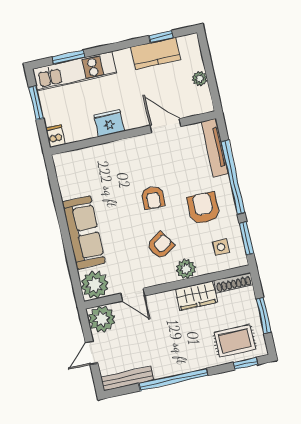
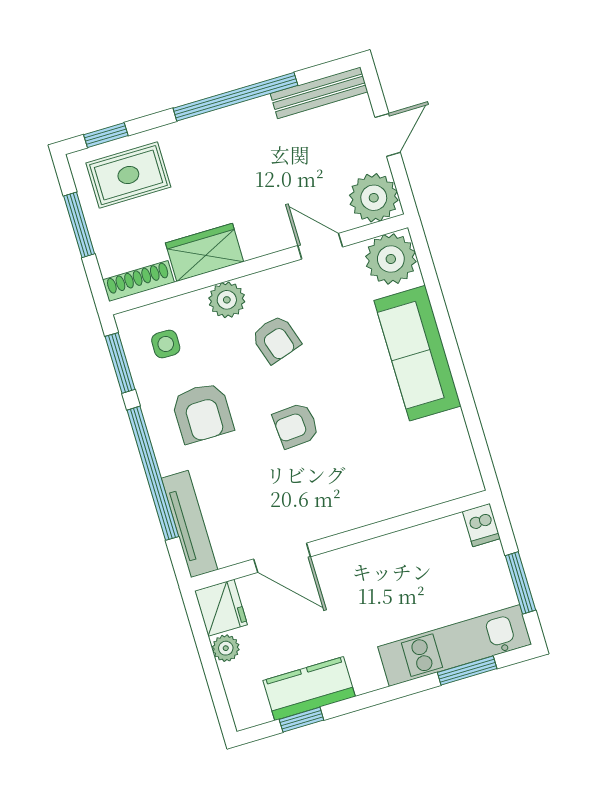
fridge: (109, 123) -> (221, 608), moved, turned -90
armchair: (153, 198) -> (296, 426), turned -94
armchair: (160, 245) -> (276, 339), turned -74

